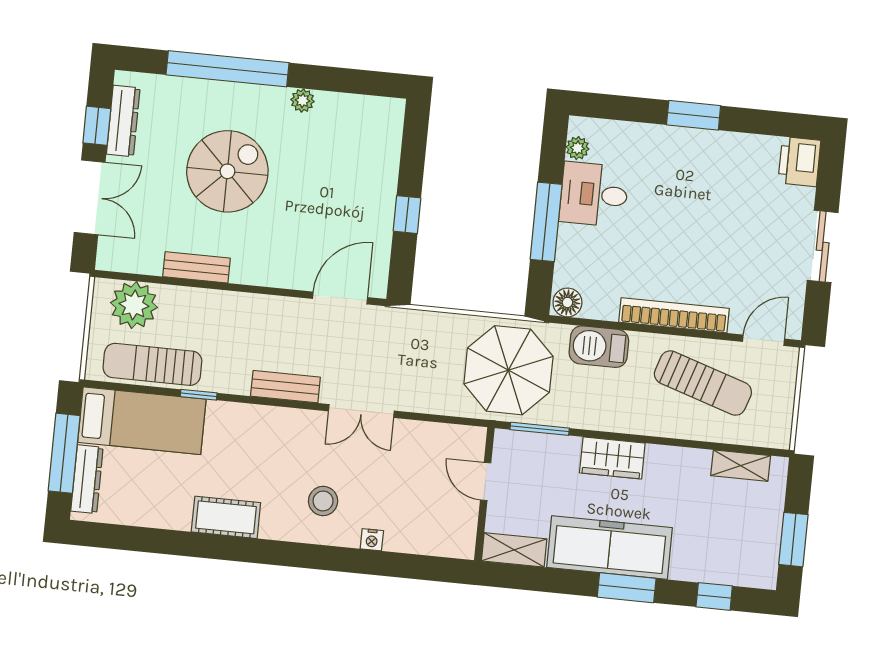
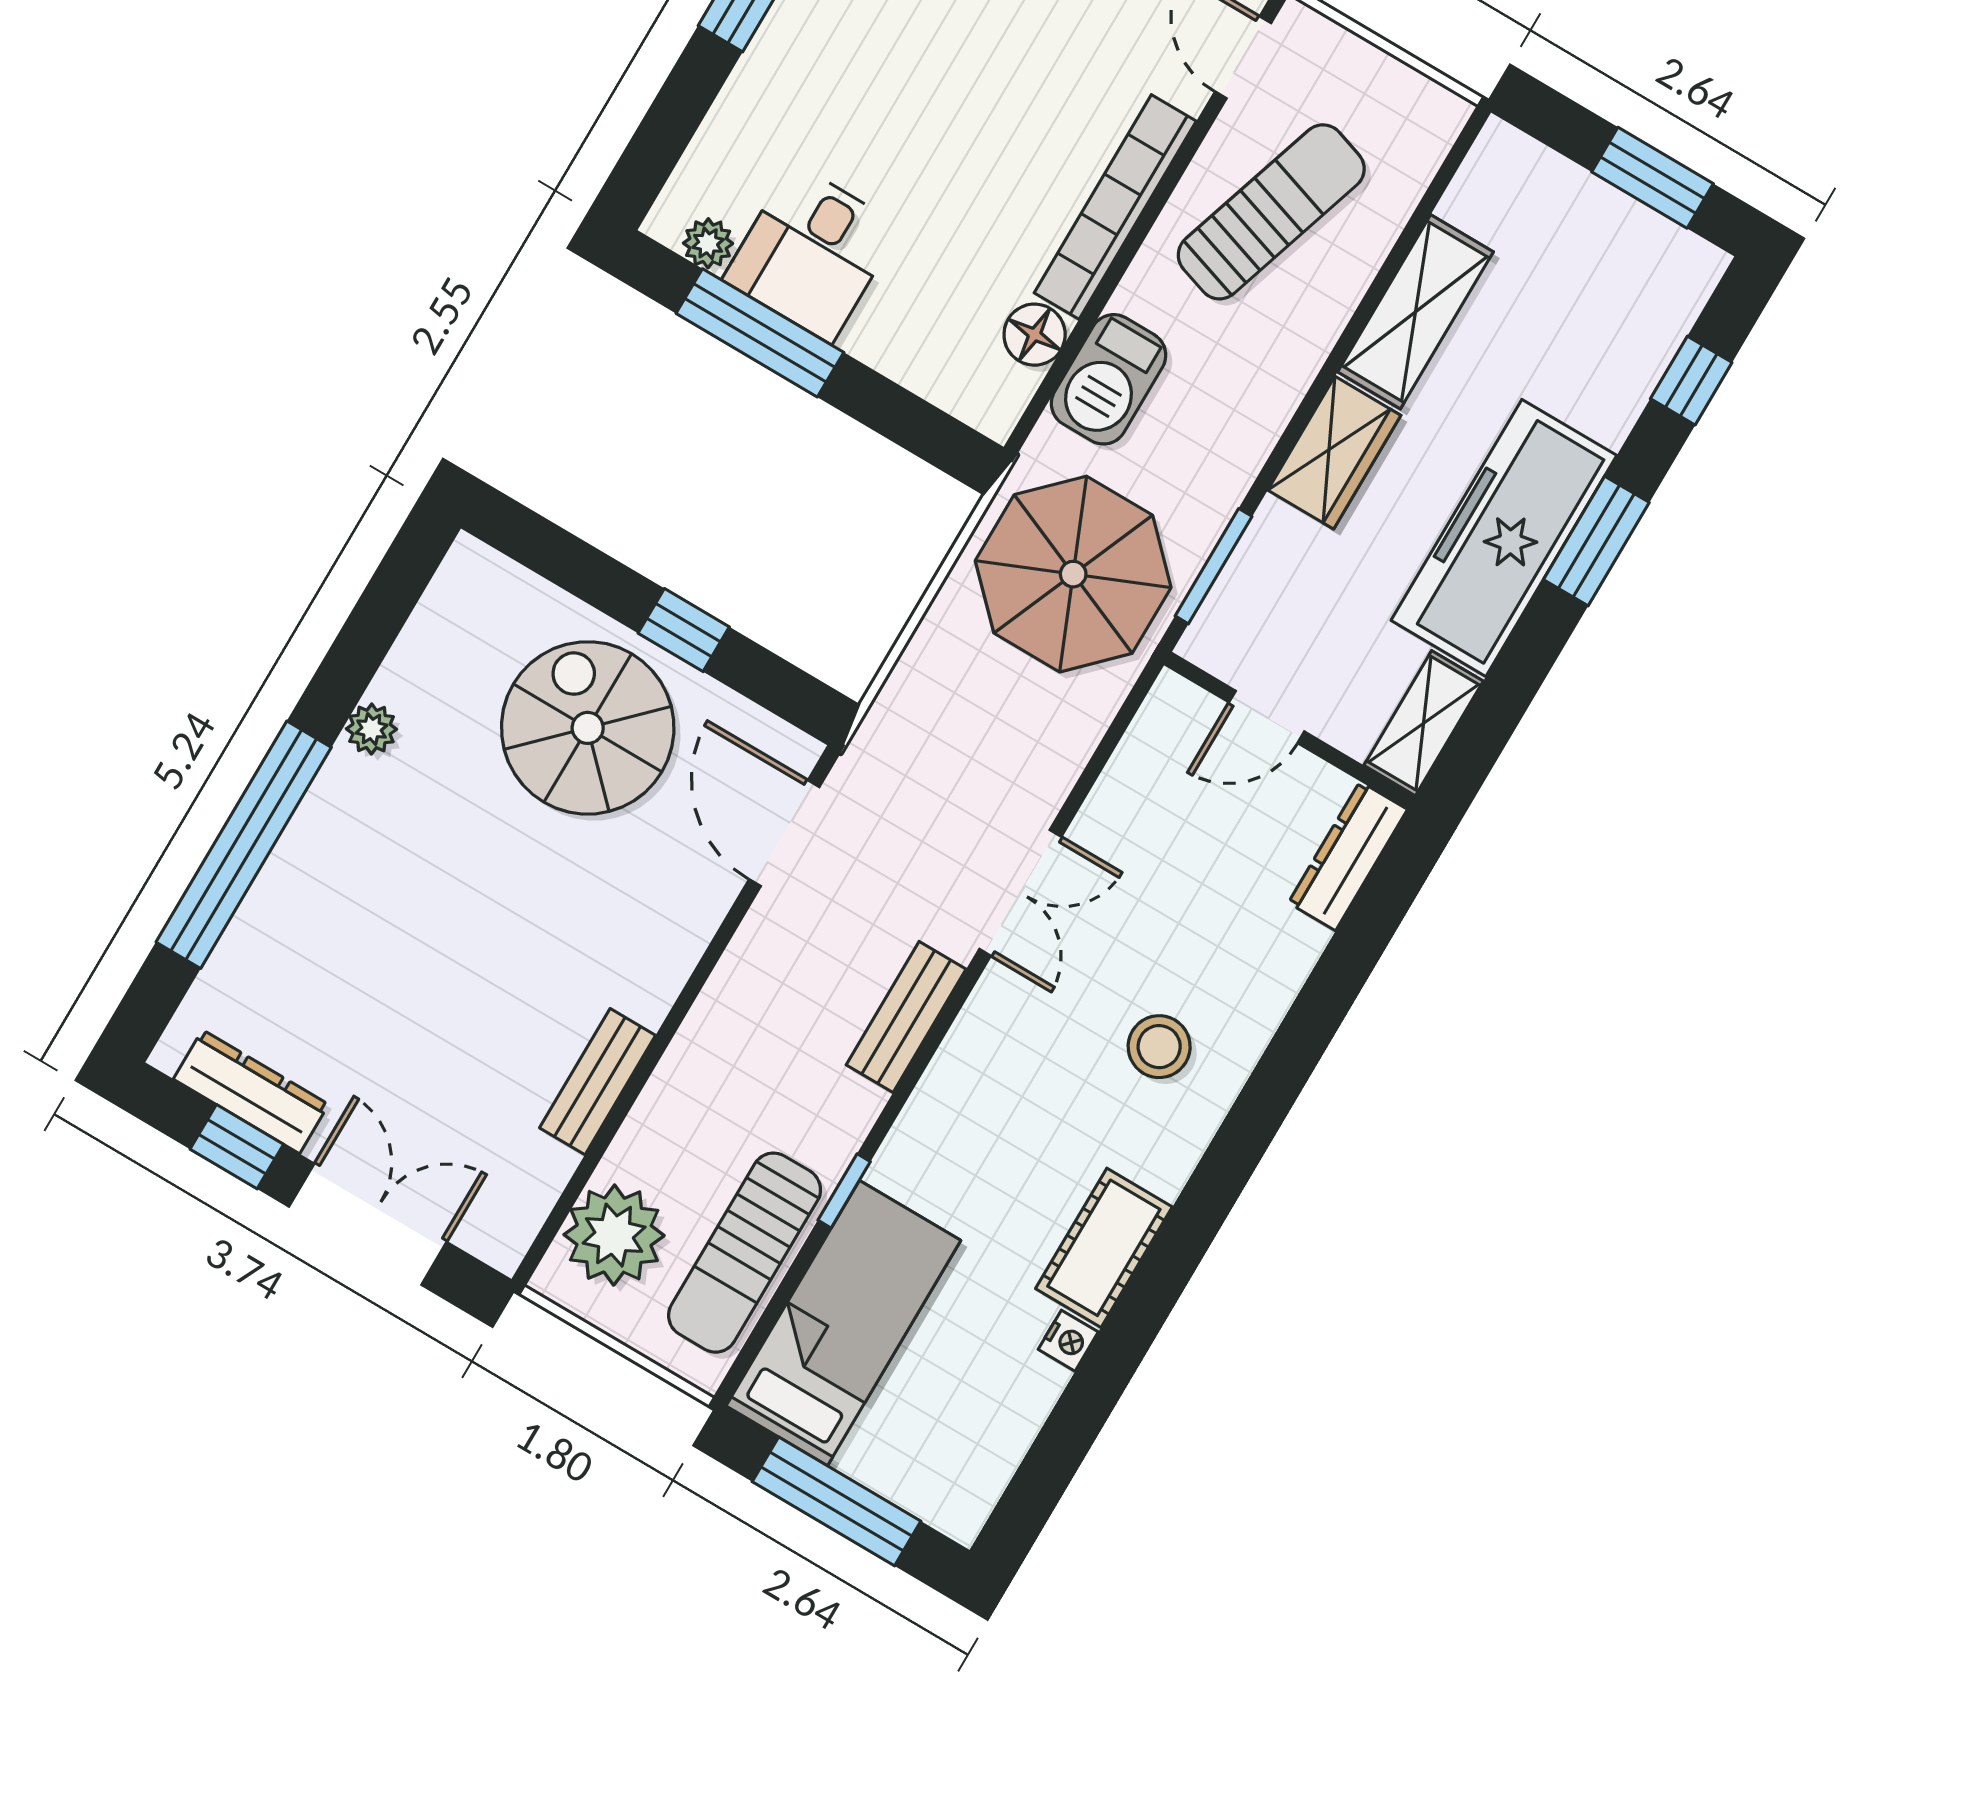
spiral stairs: (227, 171) -> (588, 728), moved
window: (546, 222) -> (760, 333), moved
floor lamp: (567, 302) -> (1035, 335), moved
shelving: (741, 466) -> (1416, 312), moved, width x1.50, depth x1.33
dresser: (87, 479) -> (1348, 856), moved, turned -90
nightstand: (372, 540) -> (1068, 1341), moved

